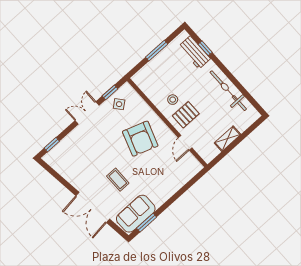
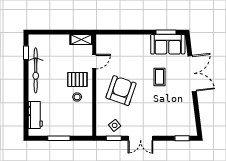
window: (205, 48) -> (26, 53), moved
shelving: (228, 139) -> (81, 39), moved

